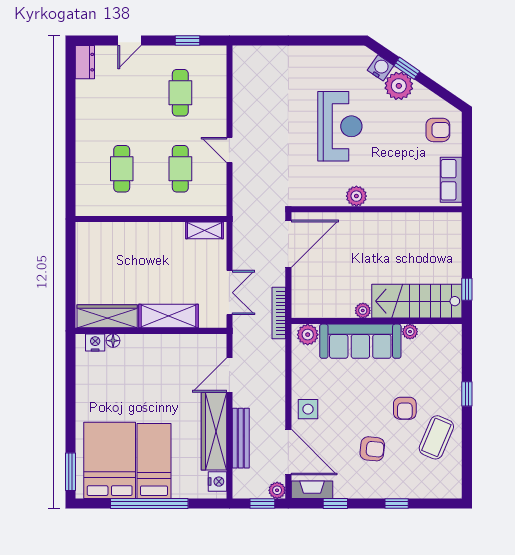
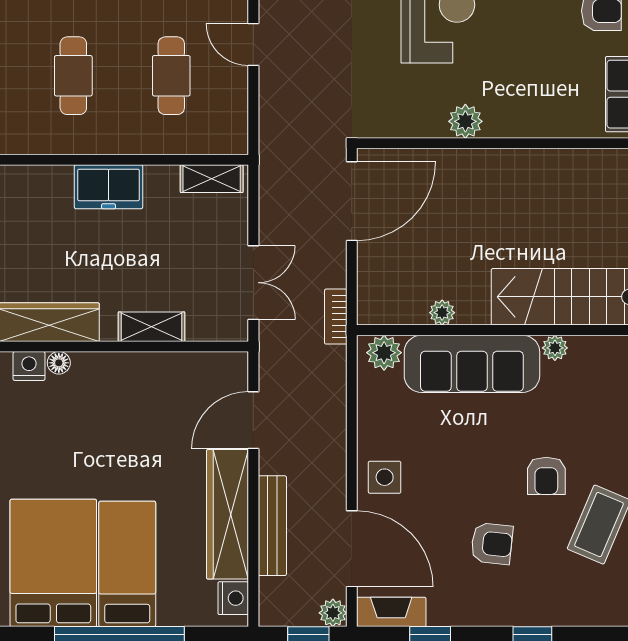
freezer: (143, 235) -> (109, 187), added
plant: (363, 311) -> (442, 313), moved
bookcase: (279, 313) -> (336, 317), width x0.64
shelving: (169, 316) -> (152, 327), width x0.67, depth x0.75

